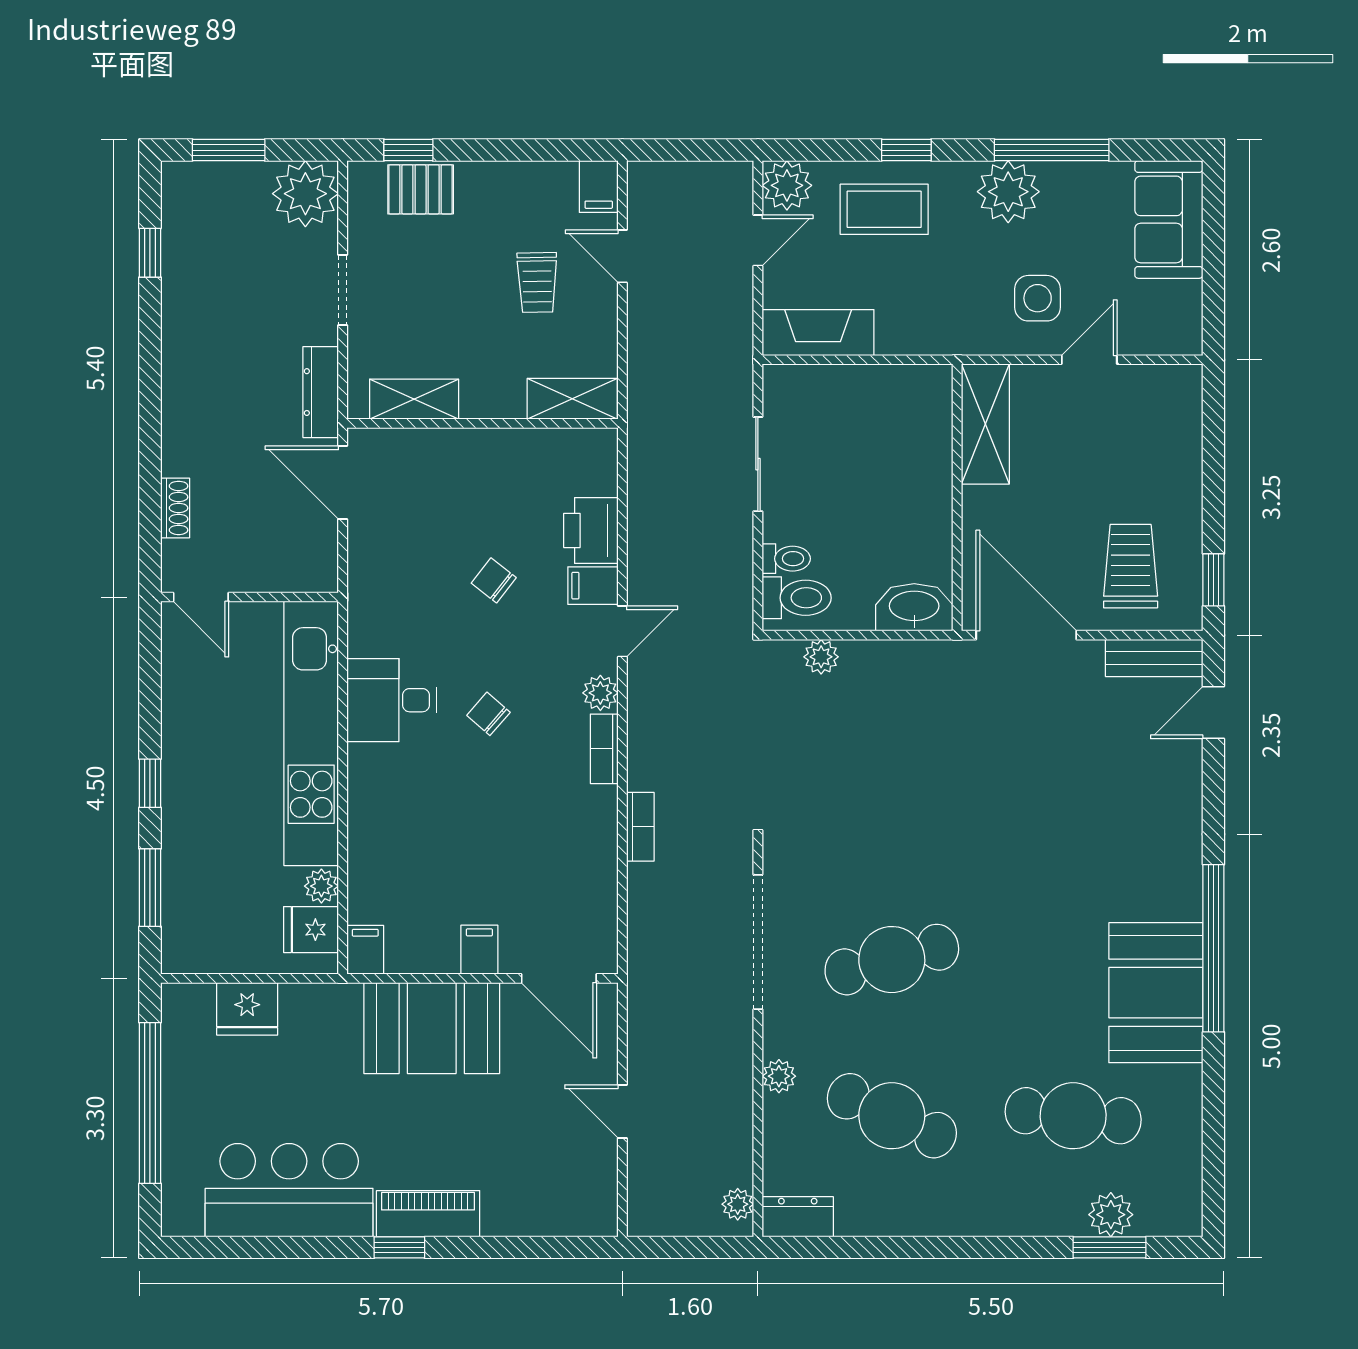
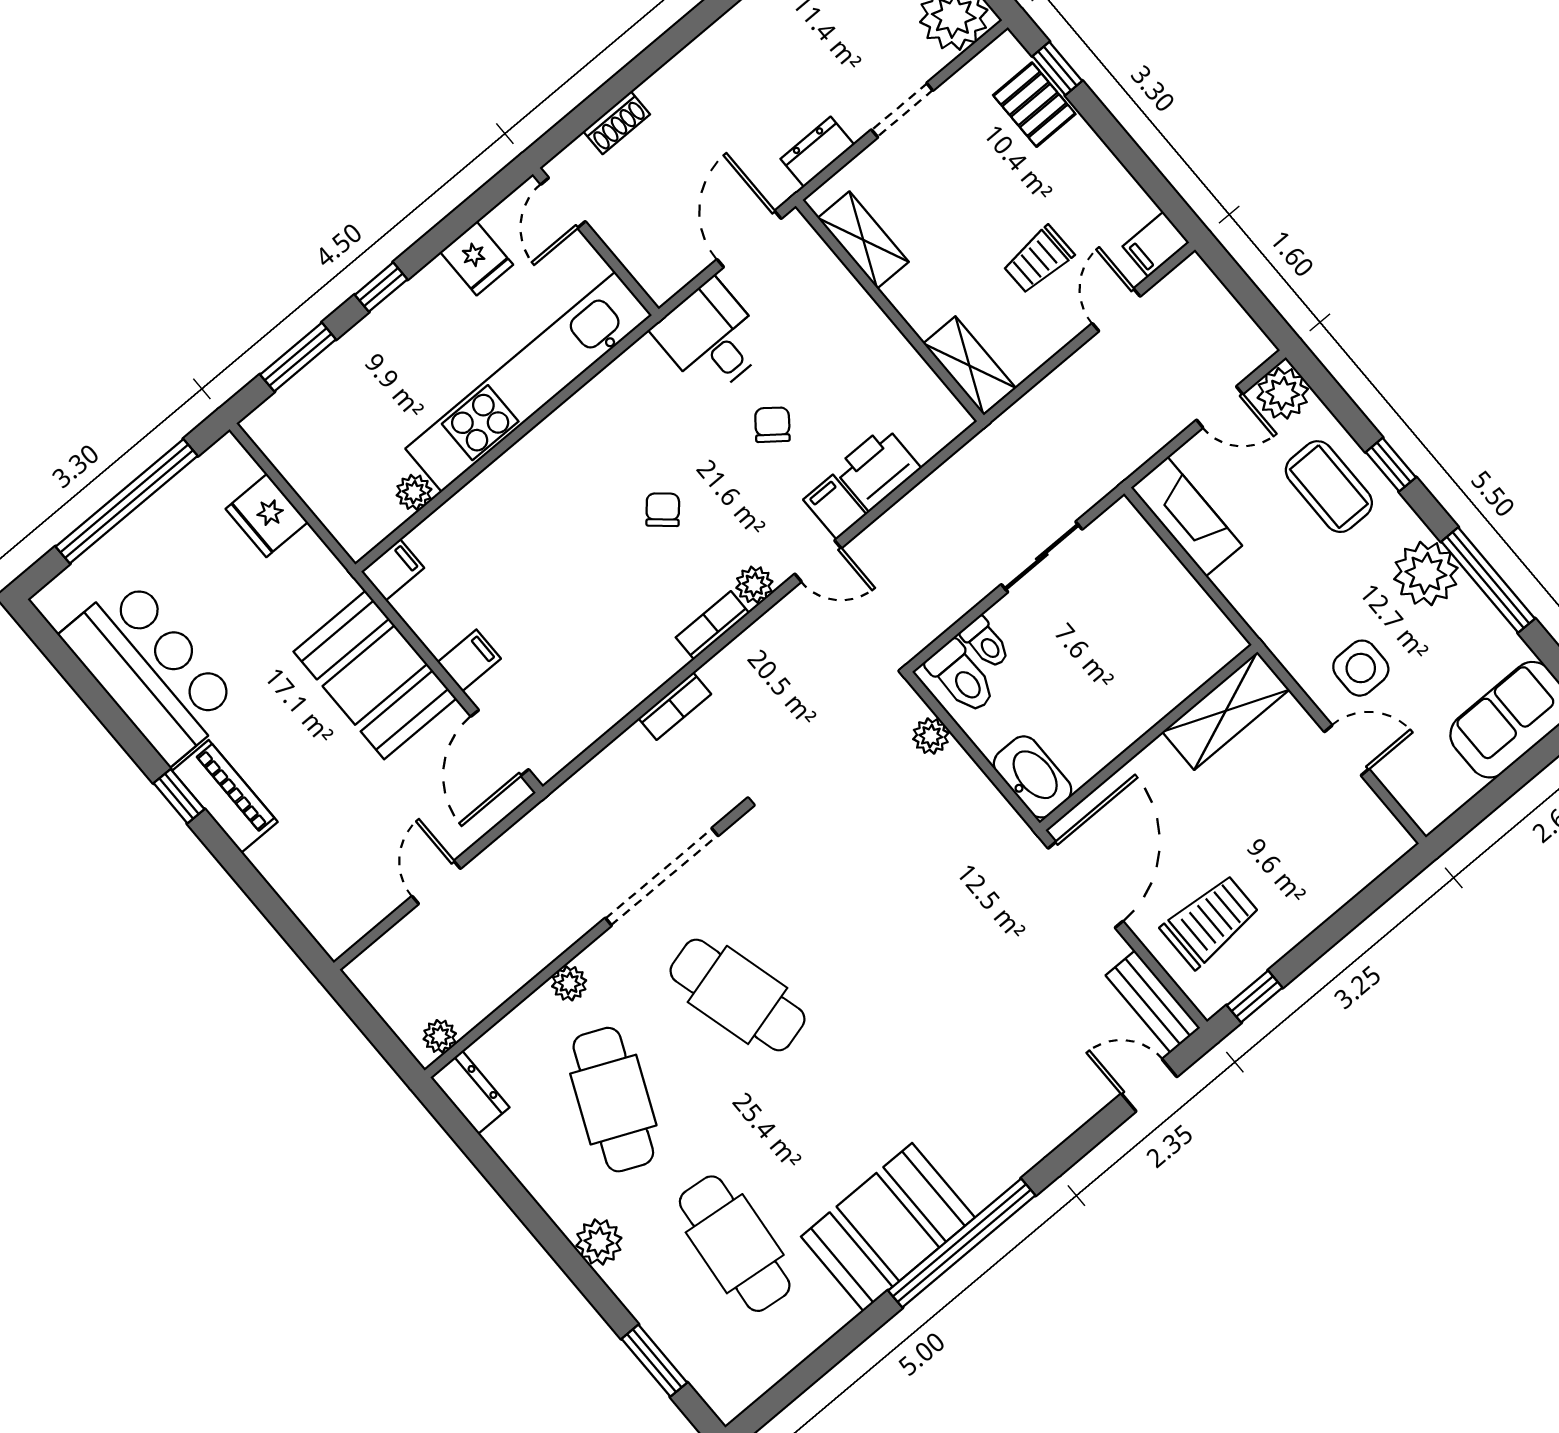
dresser: (321, 392) -> (817, 152), width x0.70
desk: (392, 700) -> (711, 338), moved
fridge: (311, 930) -> (477, 258), moved, turned 180
plant: (1111, 1215) -> (599, 1242), moved

